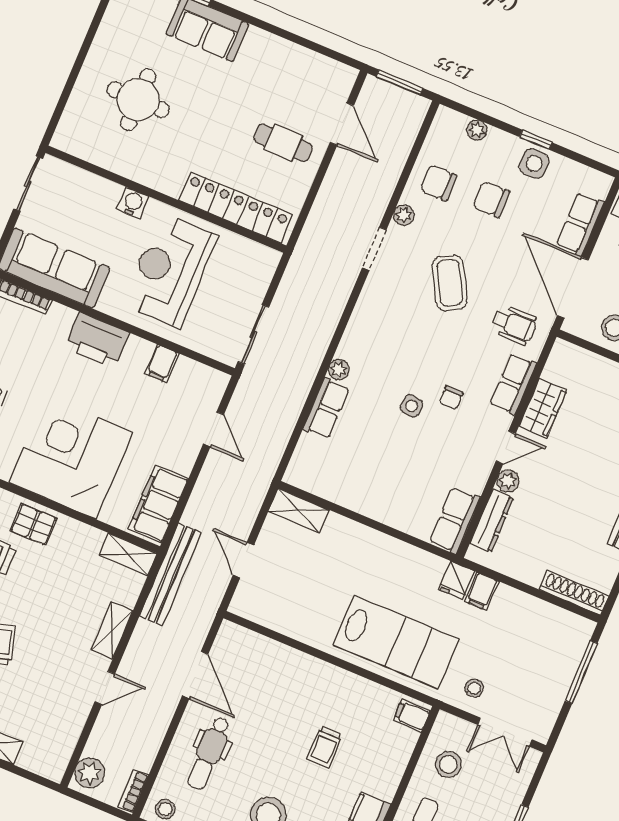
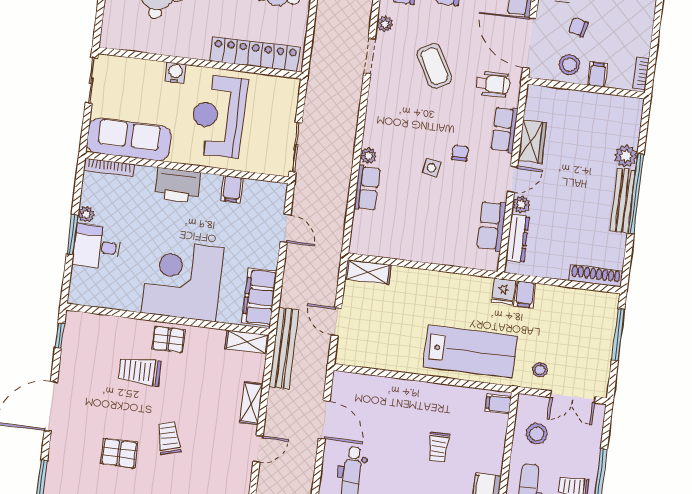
chair: (451, 398) -> (460, 153), turned 180
row of seats: (455, 520) -> (492, 226), moved

